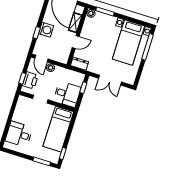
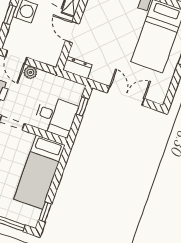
door: (76, 42) -> (72, 32), swing flipped
double door: (110, 80) -> (126, 96), swing flipped

